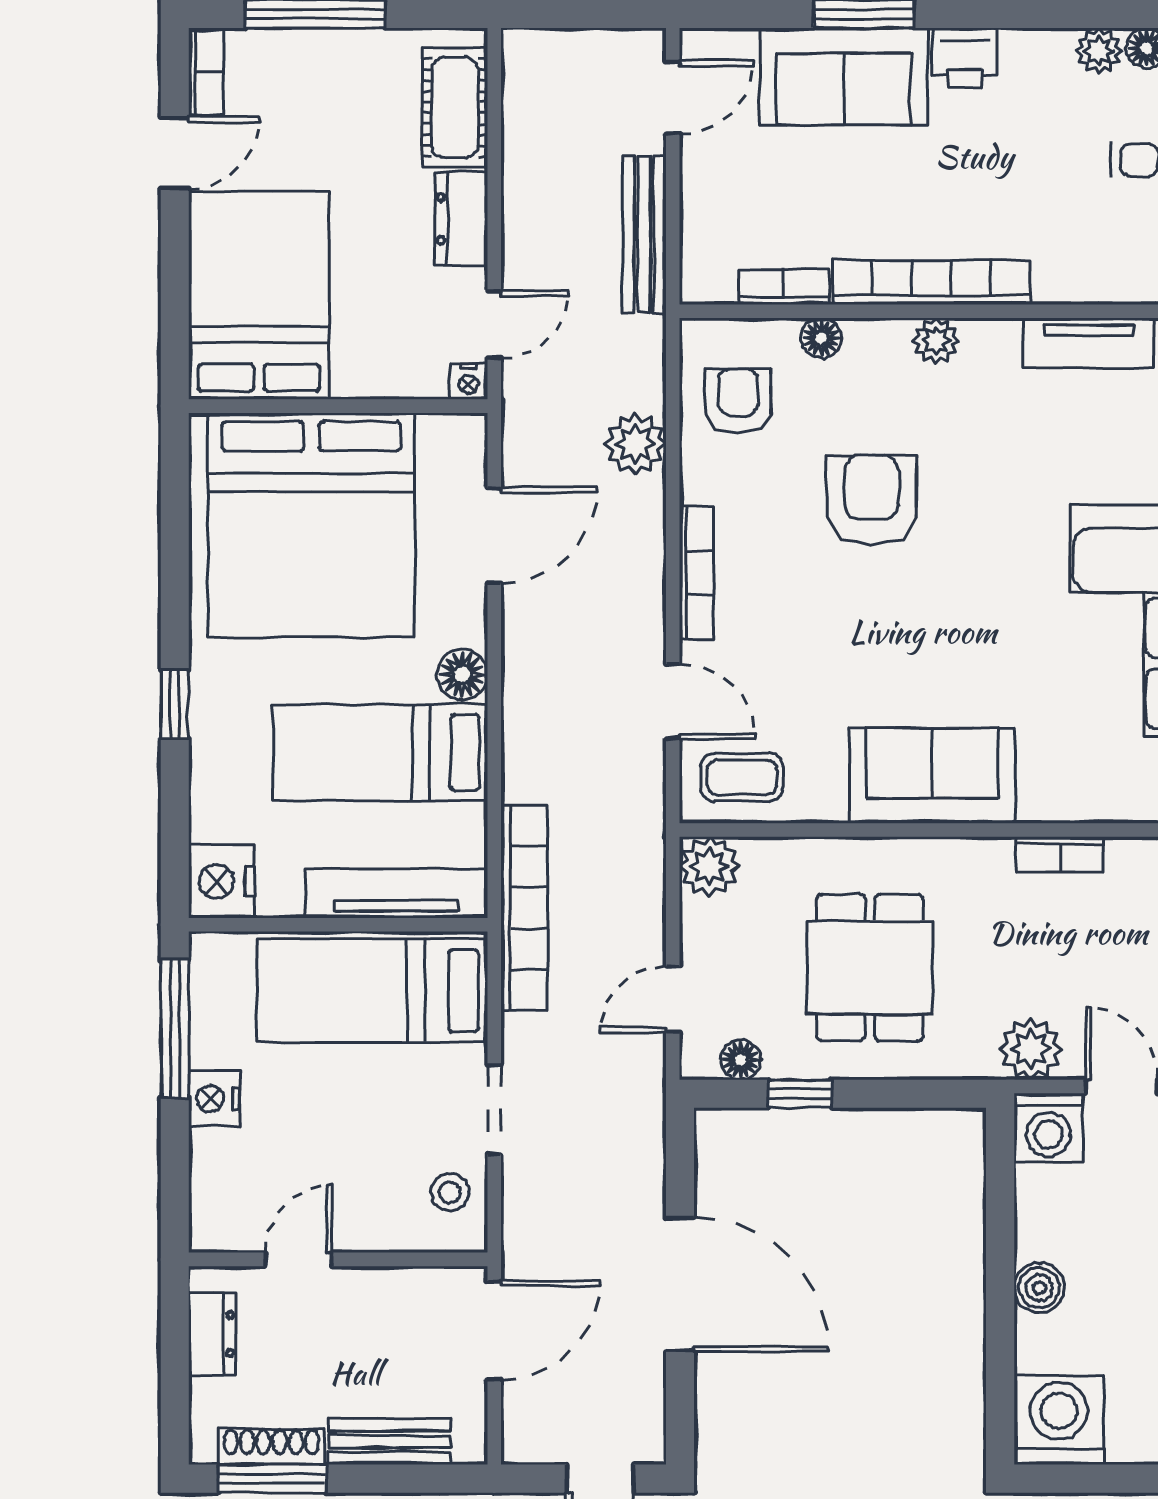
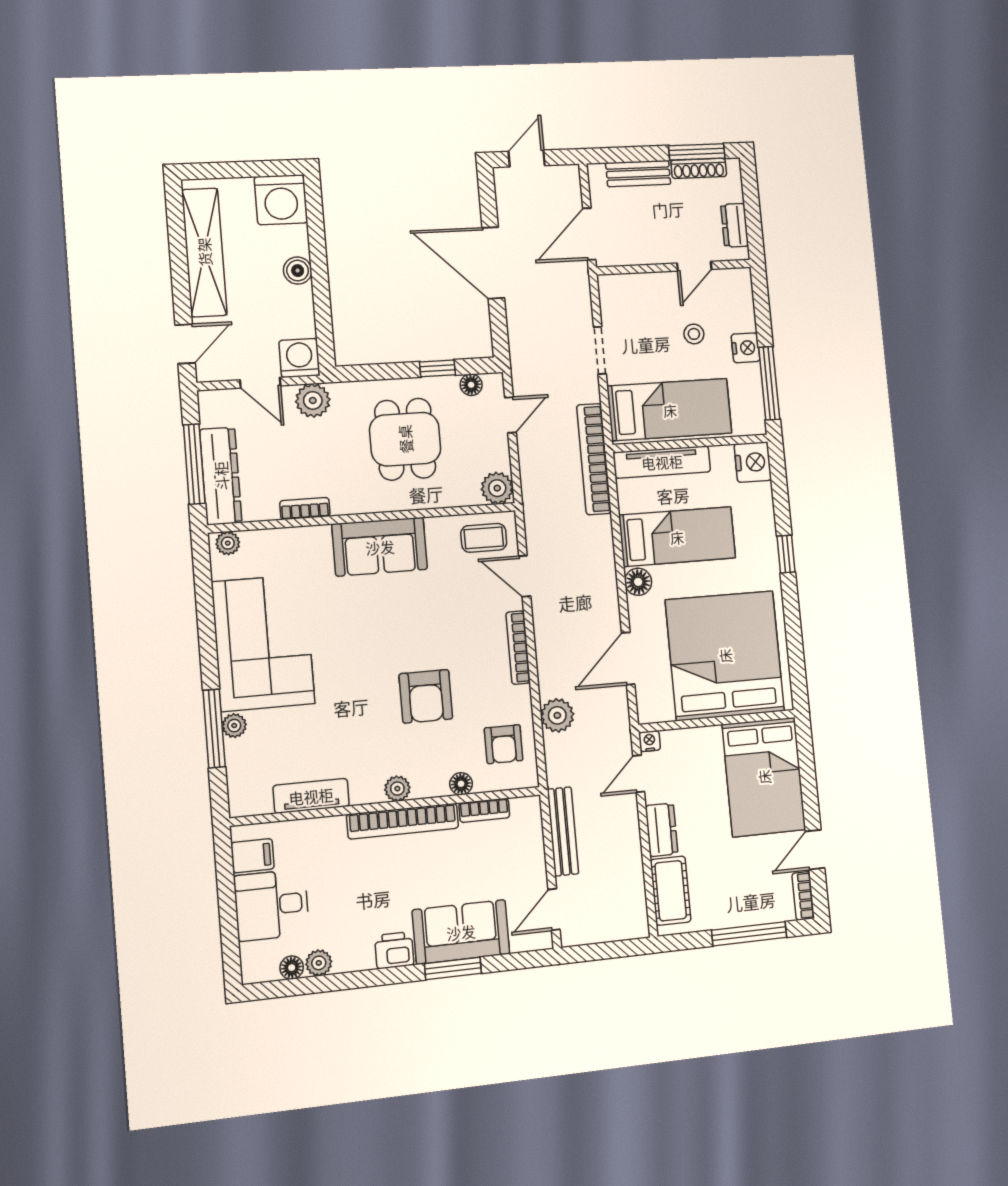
stool: (450, 1192) -> (694, 334), moved

